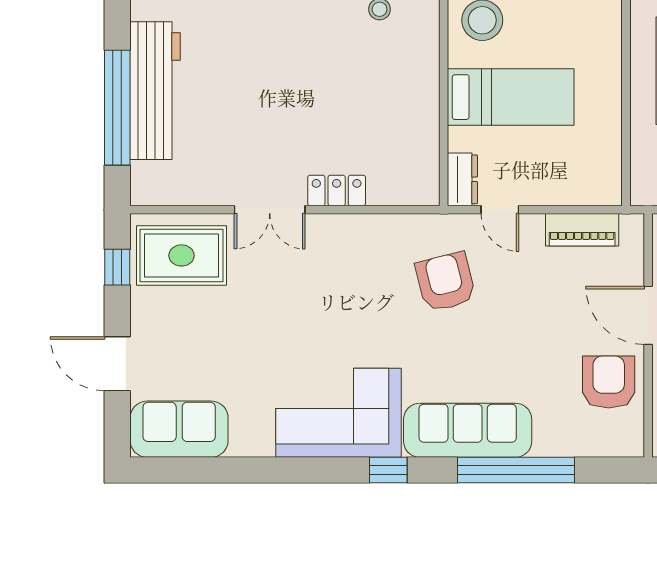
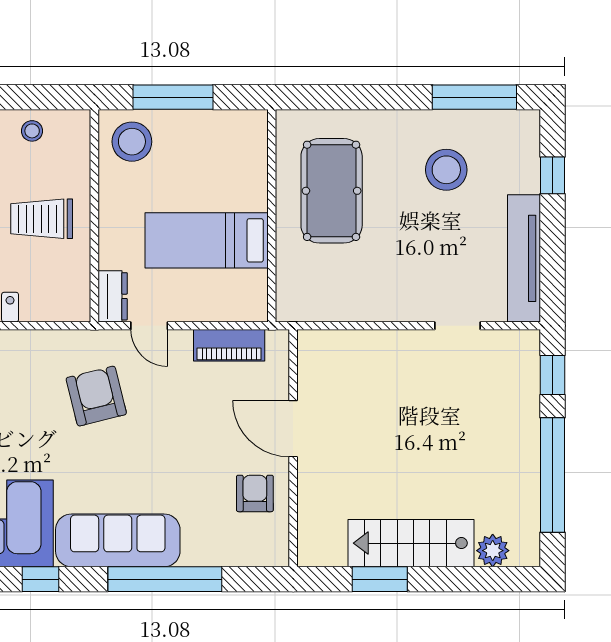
bed: (511, 97) -> (207, 240), moved, turned 180
trolley: (389, 100) -> (42, 219), added
armchair: (609, 382) -> (255, 493), width x0.72, depth x0.72

